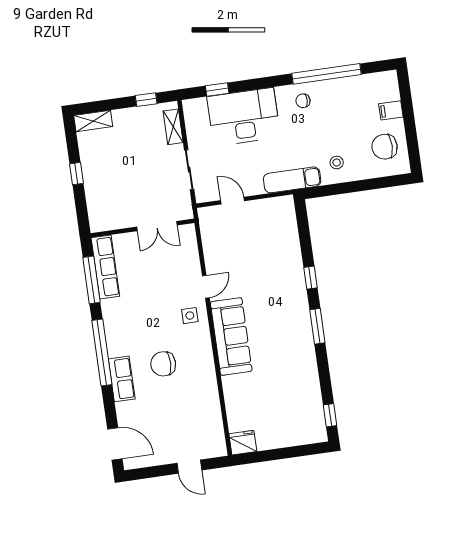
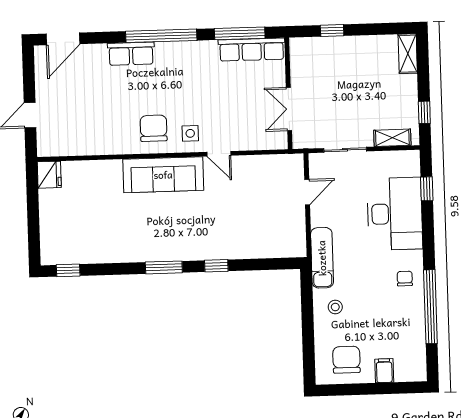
window: (76, 174) -> (332, 30), moved
chair: (163, 364) -> (154, 128), moved

